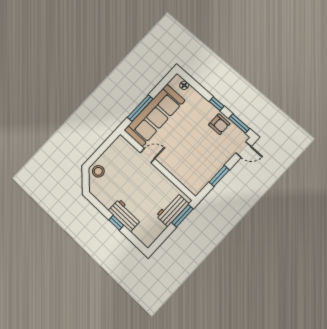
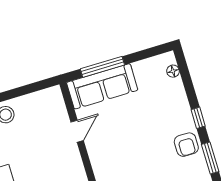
sofa: (154, 115) -> (102, 86), width x0.74, depth x0.79
door: (148, 156) -> (77, 131), hinge flipped

